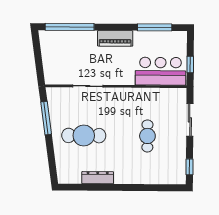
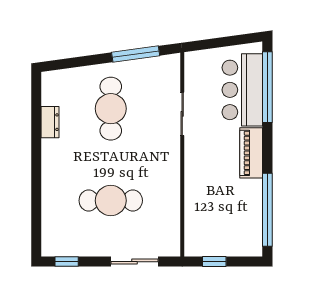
window: (155, 27) -> (267, 210), width x1.46
bar counter: (160, 71) -> (242, 90), moved, turned 180
cafe table: (147, 136) -> (111, 201), width x1.37, depth x1.35
dresser: (98, 178) -> (50, 122), width x0.70

